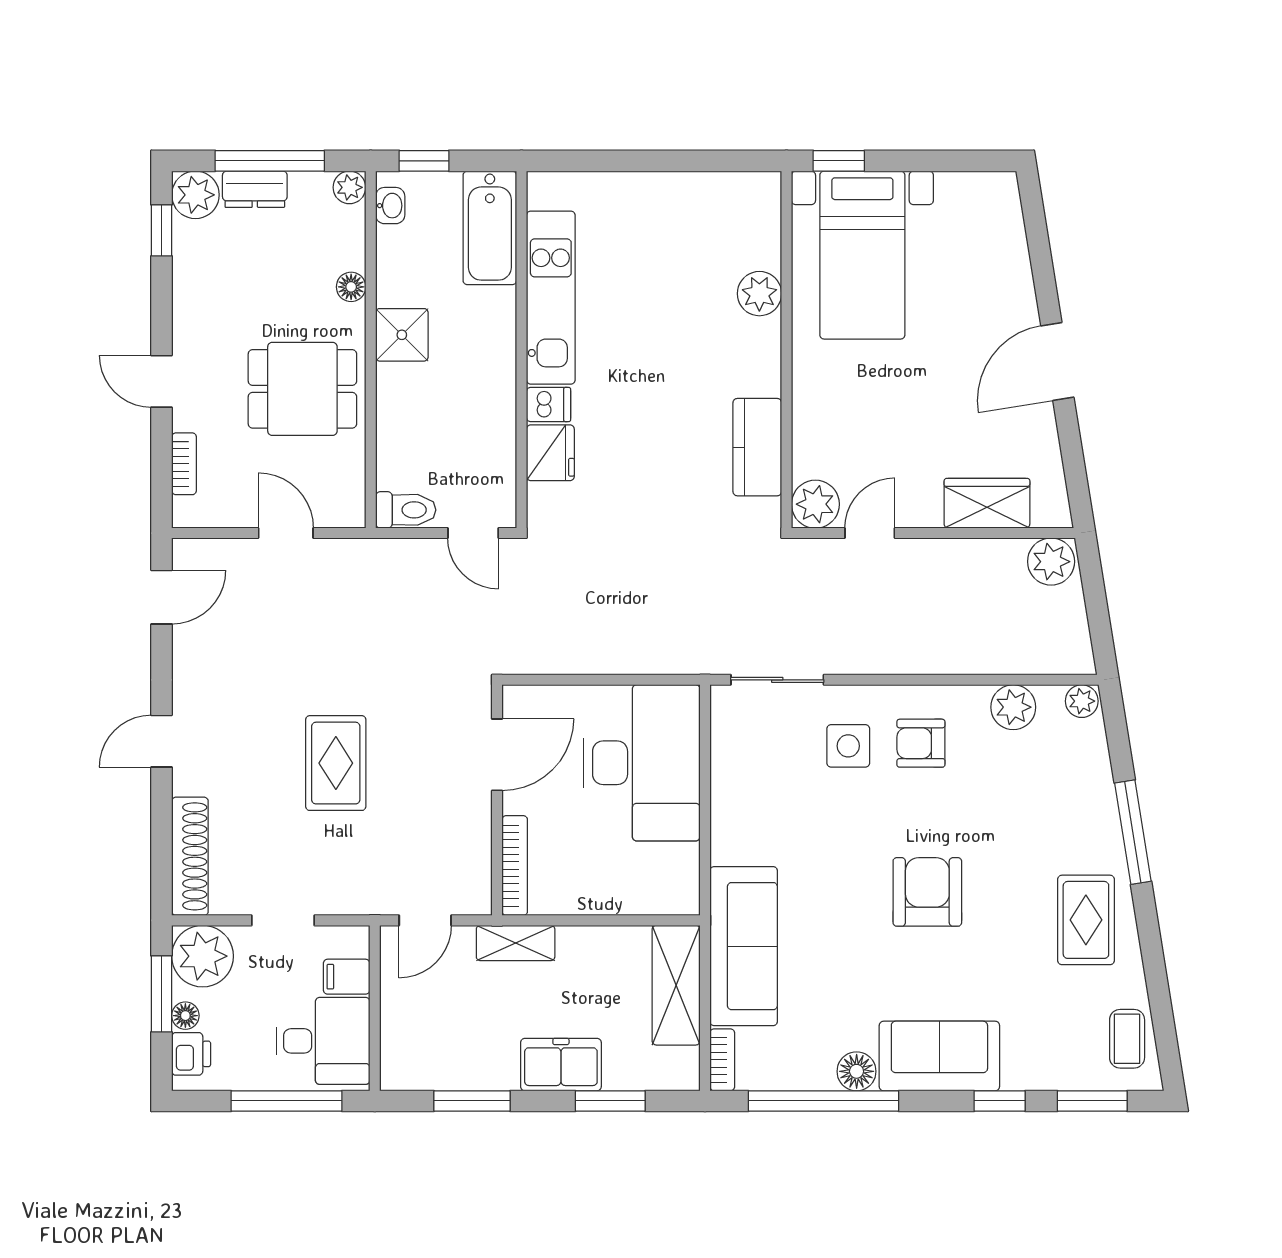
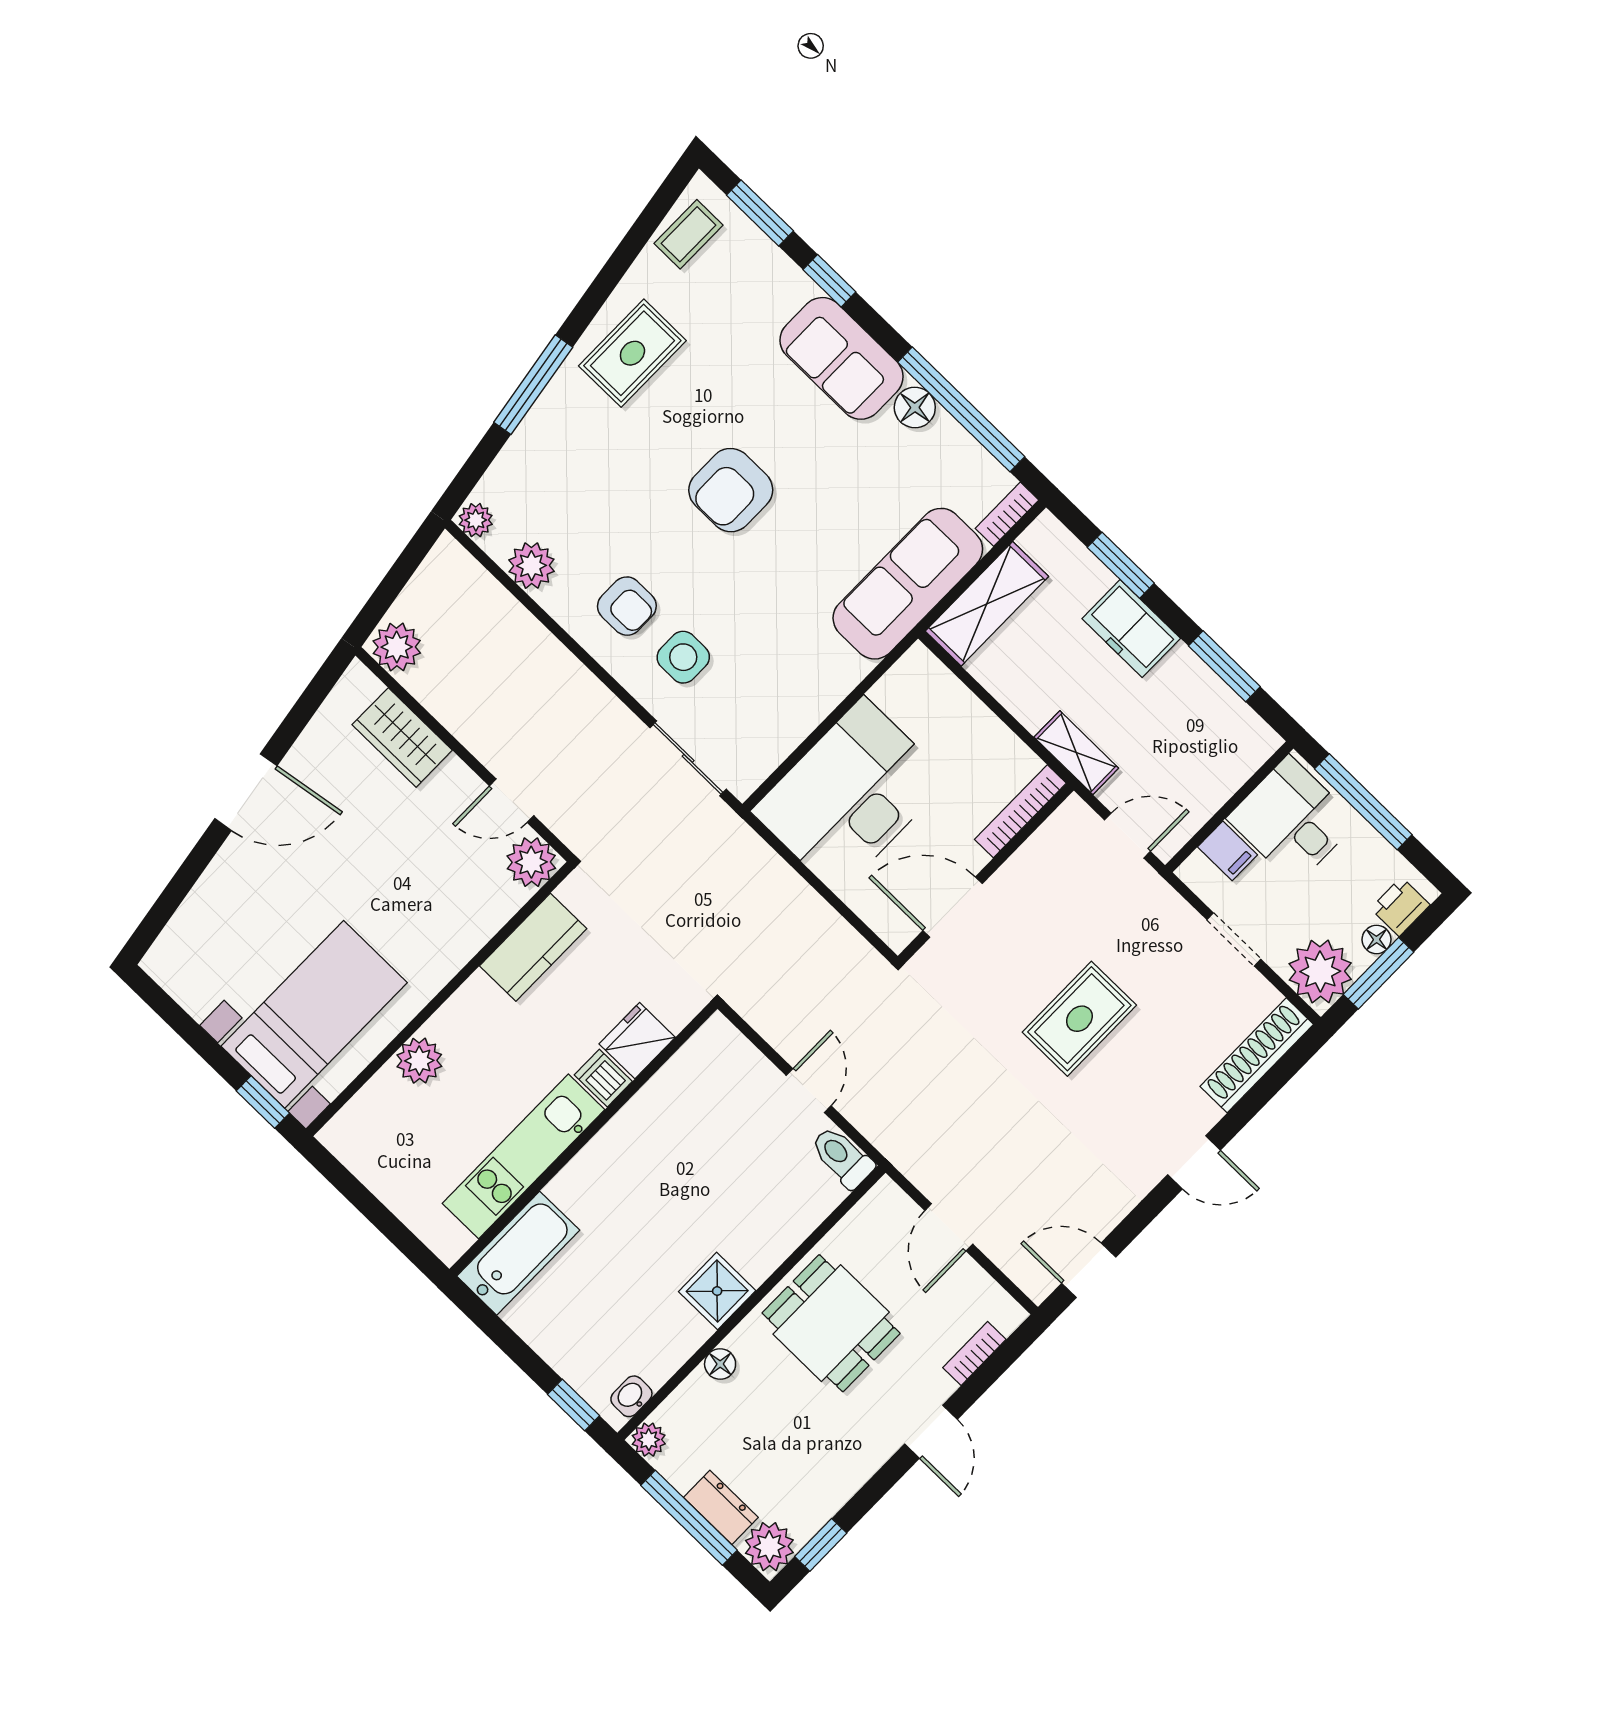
bathtub: (490, 228) -> (518, 1253), moved
kitchen unit: (551, 298) -> (524, 1156), moved
wall: (522, 350) -> (583, 1139), moved
dishwasher: (549, 404) -> (603, 1078), moved
fridge: (550, 453) -> (637, 1041), moved

